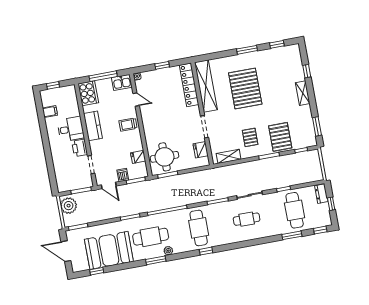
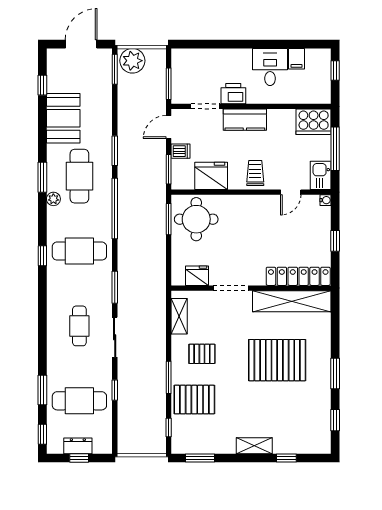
kitchen counter: (93, 126) -> (245, 120), moved
desk: (71, 129) -> (270, 67), moved, turned 180
fridge: (138, 157) -> (211, 176), width x1.88, depth x1.34
dresser: (321, 194) -> (78, 446), moved
plant: (69, 206) -> (132, 61), moved
booth: (109, 250) -> (63, 118), width x0.73, depth x0.70

